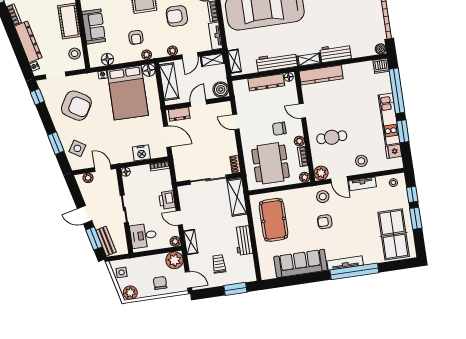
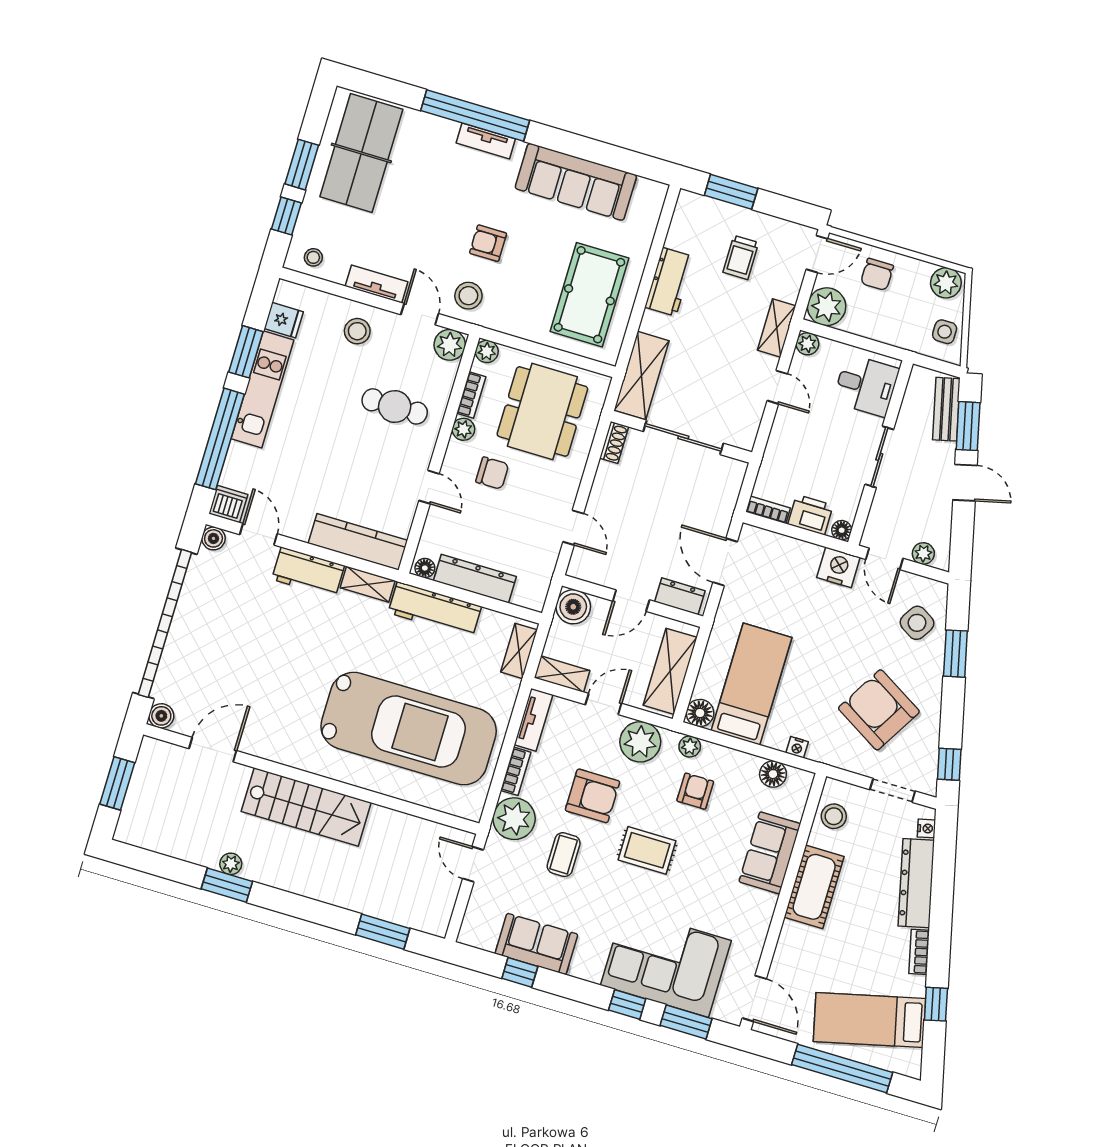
plant: (173, 51) -> (640, 742), width x1.87, depth x1.87
door: (363, 59) -> (258, 534), added
bed: (128, 93) -> (751, 684), width x0.67
nightstand: (141, 153) -> (838, 567), moved
printer: (167, 200) -> (810, 515), moved, turned -90
armchair: (325, 222) -> (488, 243), turned 180
tv unit: (345, 263) -> (486, 141), width x0.71
door: (188, 280) -> (817, 254), swing flipped

